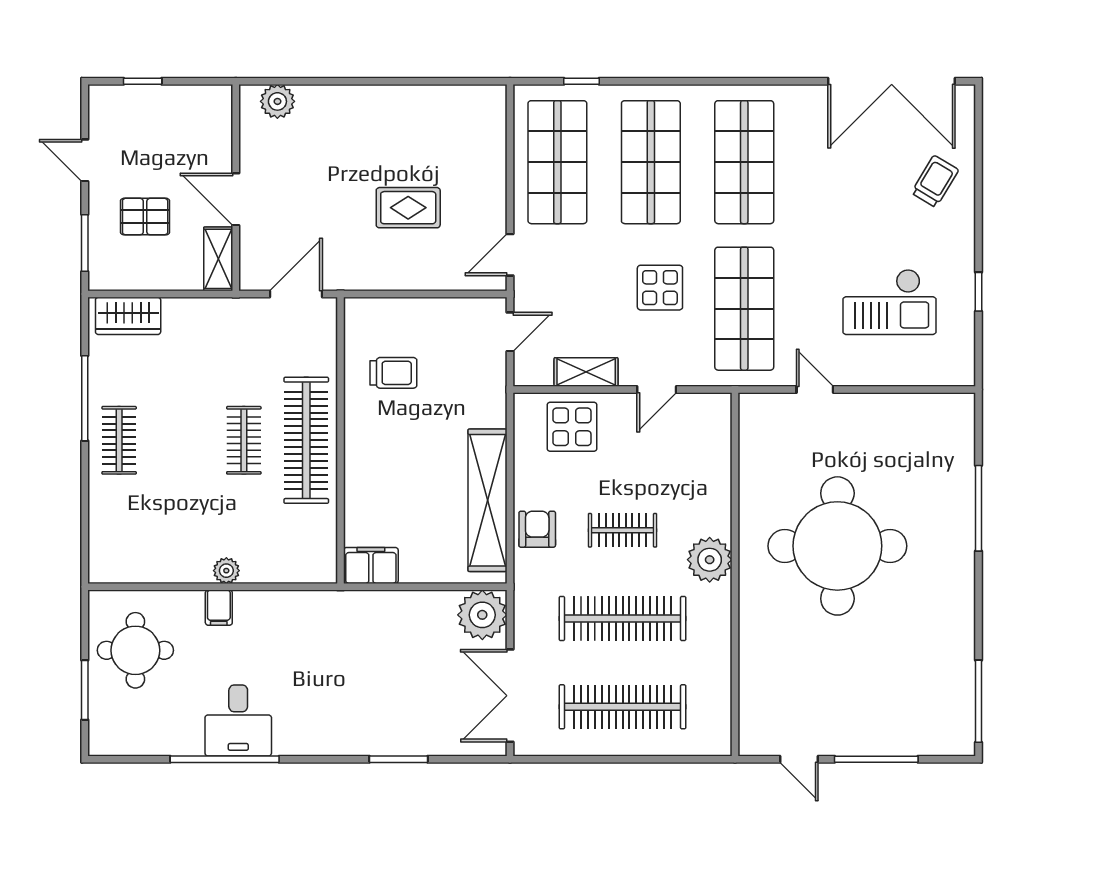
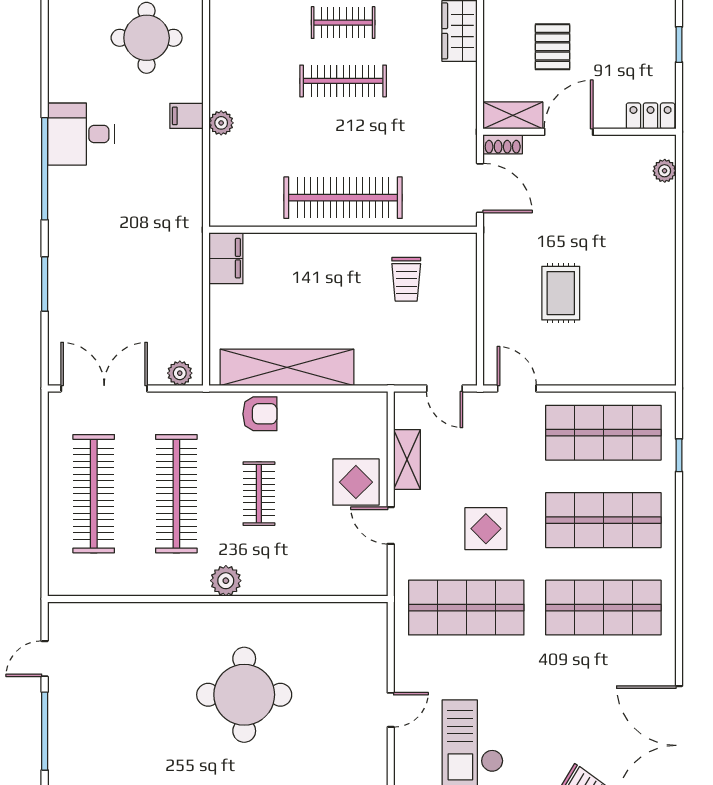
plant: (277, 101) -> (665, 171), width x0.73, depth x0.73
locker: (219, 112) -> (651, 116), added
shoe rack: (249, 270) -> (503, 144), added
door: (815, 389) -> (391, 710), moved
display table: (572, 427) -> (356, 482), moved
clothes rail: (244, 440) -> (343, 81), moved, width x1.36
round table: (837, 546) -> (244, 695), width x0.73, depth x0.73
plant: (710, 560) -> (226, 581), width x0.73, depth x0.73
plant: (482, 615) -> (180, 373), width x0.53, depth x0.53
window: (225, 759) -> (45, 169), moved

